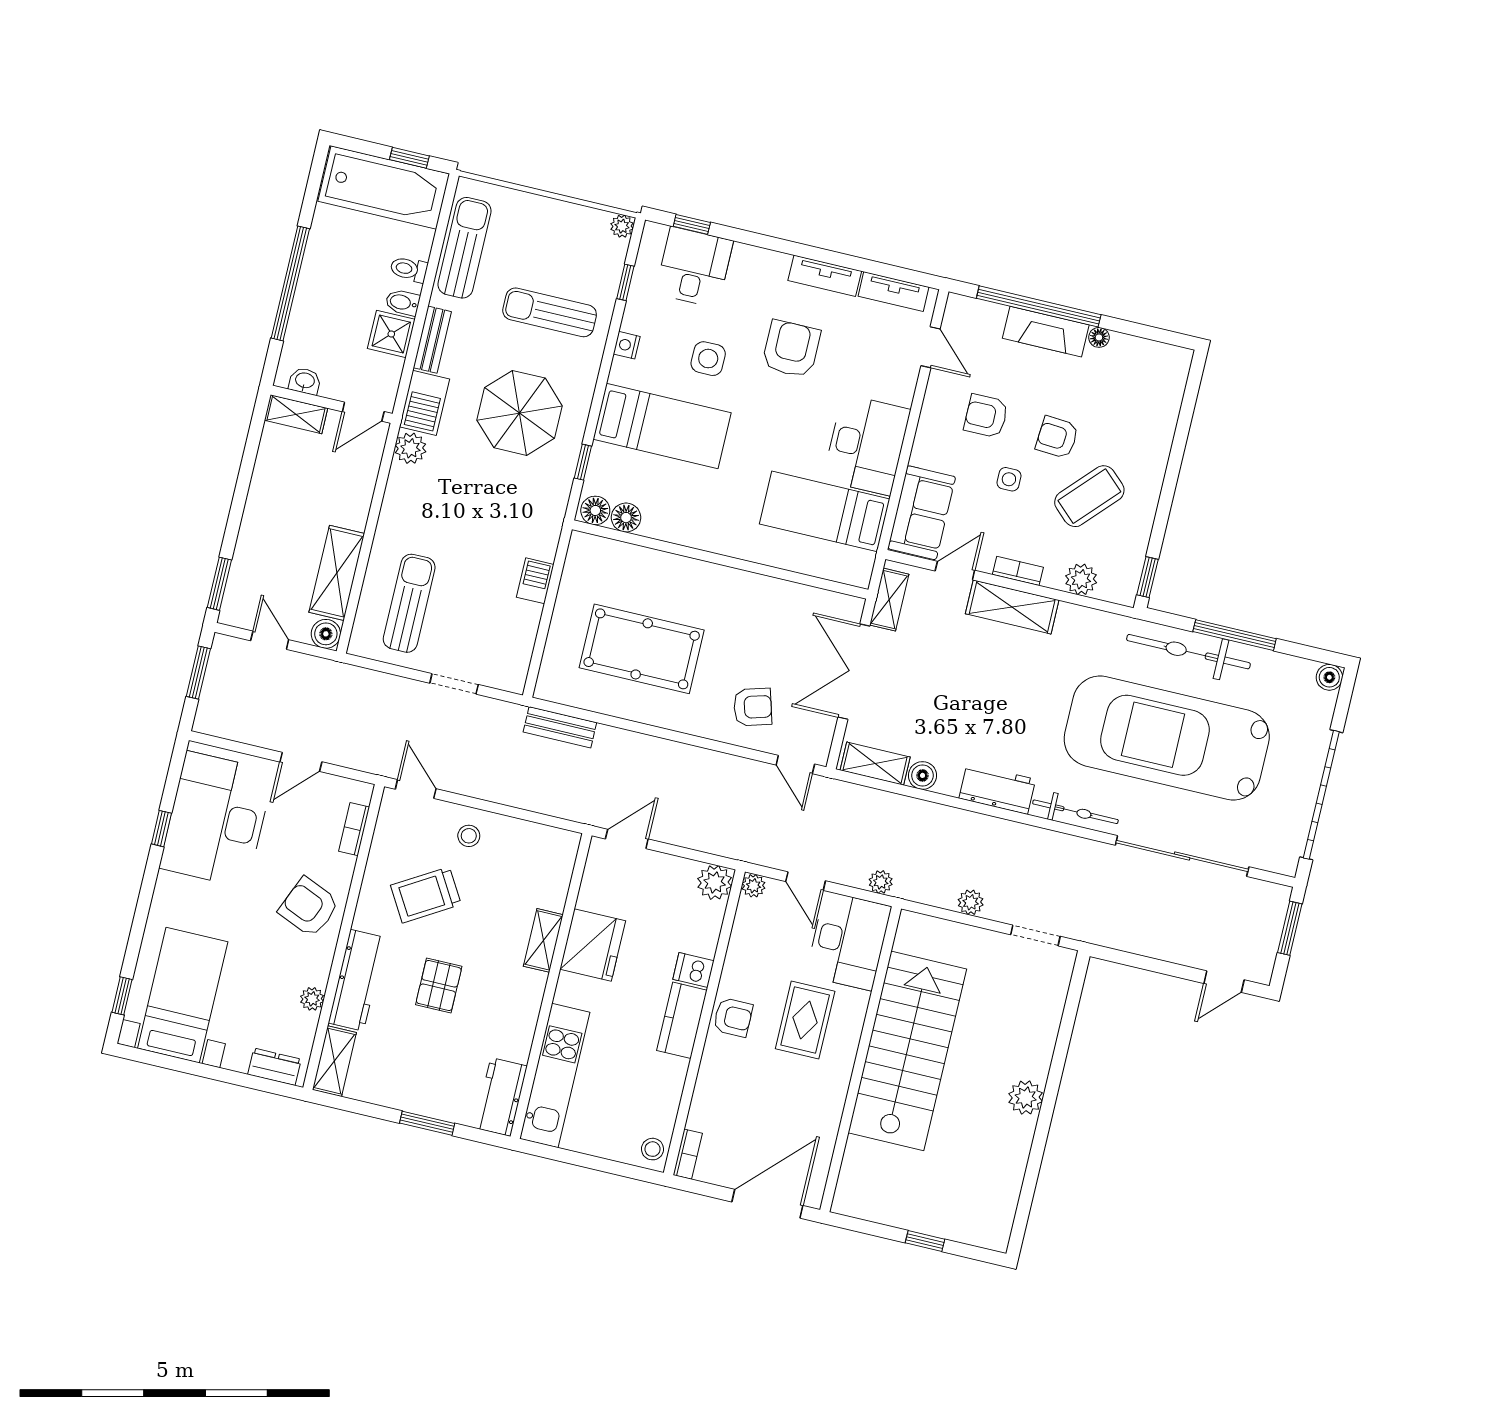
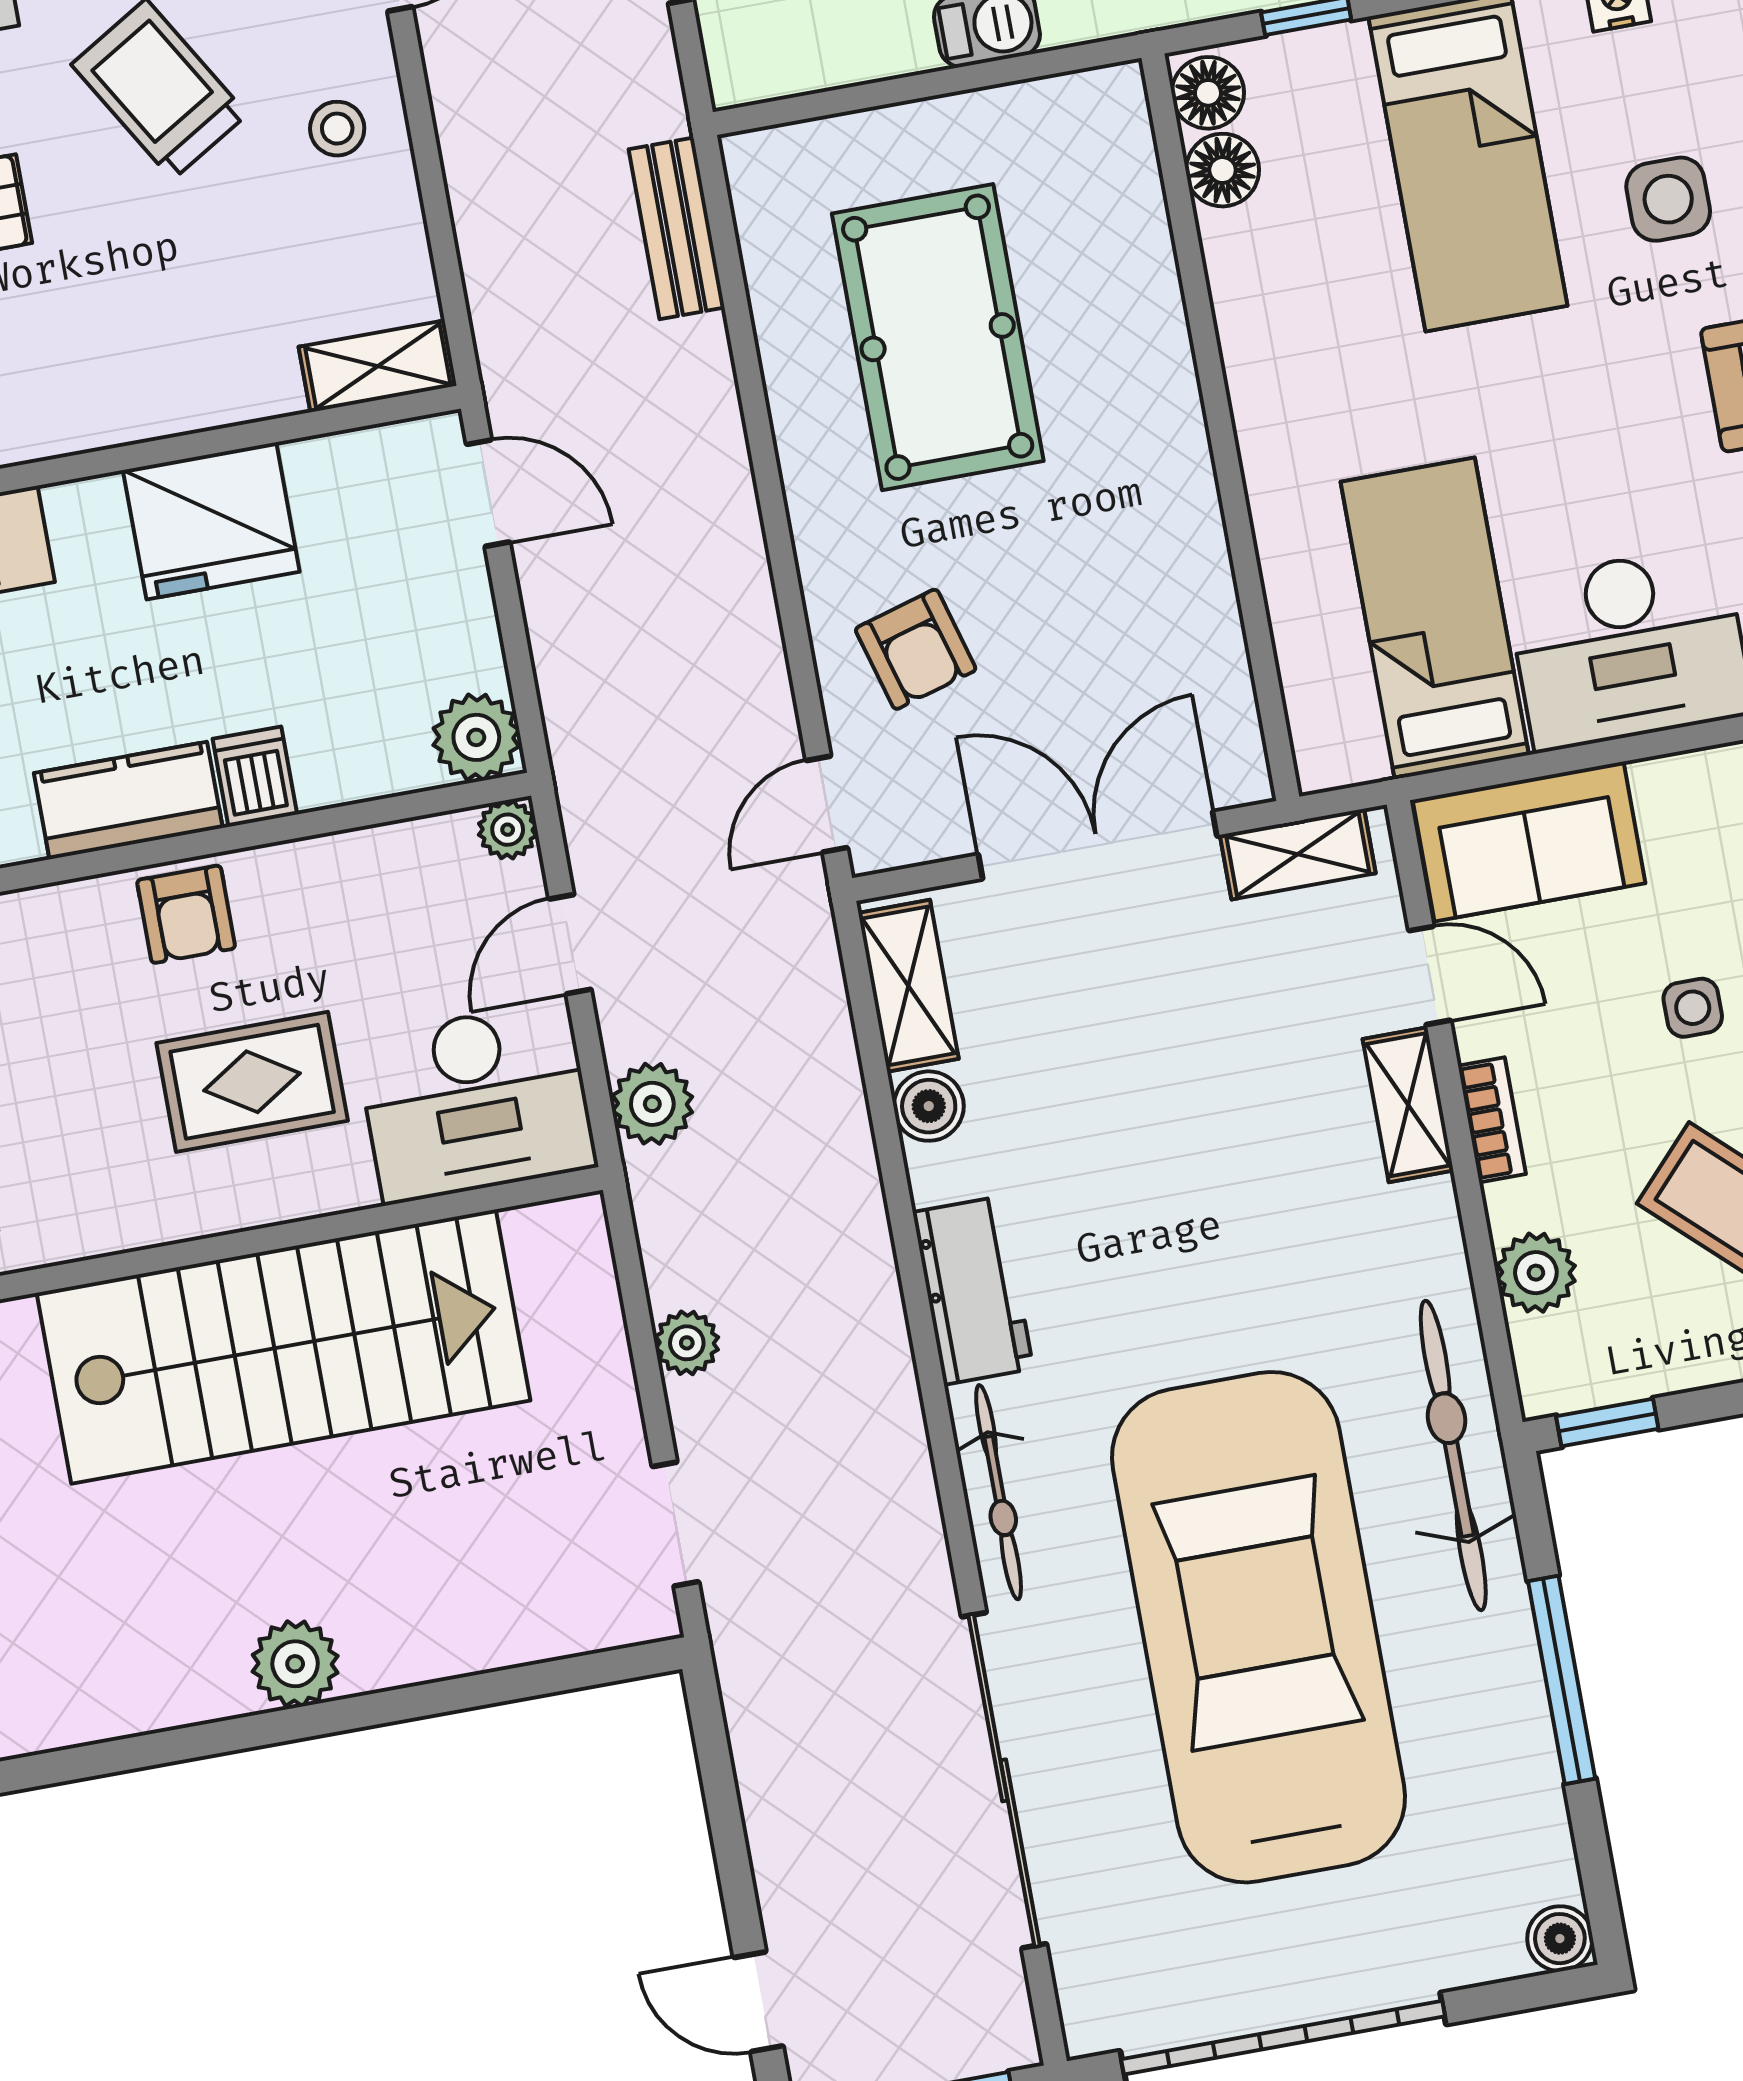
shelving: (1012, 607) -> (1408, 1105), width x0.67, depth x0.75
bicycle: (1188, 652) -> (1453, 1455), moved
plant: (881, 882) -> (652, 1104), width x1.38, depth x1.38
shelving: (543, 940) -> (378, 366), moved

